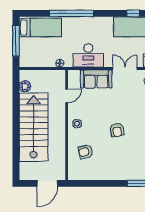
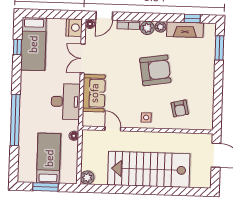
bed: (40, 27) -> (49, 158), moved
window: (16, 41) -> (46, 187), width x0.69
plant: (25, 86) -> (87, 178), moved
armchair: (117, 130) -> (155, 70), width x1.88, depth x1.88

